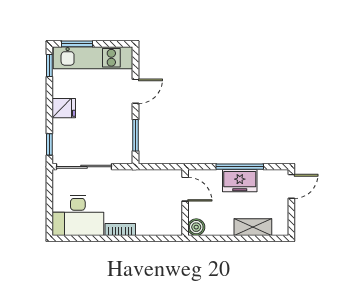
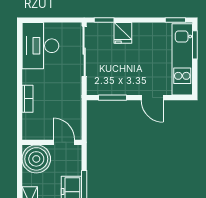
fridge: (64, 108) -> (123, 33), moved
door: (185, 189) -> (64, 142), swing flipped
boiler: (196, 227) -> (36, 159), width x1.86, depth x1.86
bookcase: (120, 230) -> (28, 99), moved

